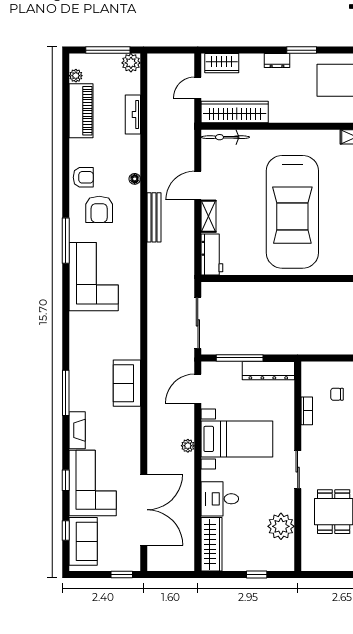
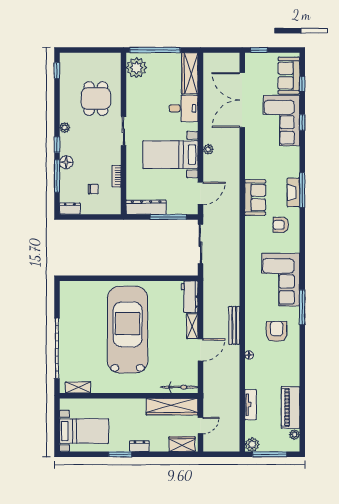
armchair: (83, 177) -> (281, 225), moved
fireplace: (77, 430) -> (293, 192), moved
plant: (281, 526) -> (136, 68), moved
window: (257, 575) -> (155, 50), width x3.17

